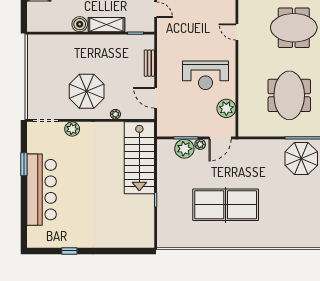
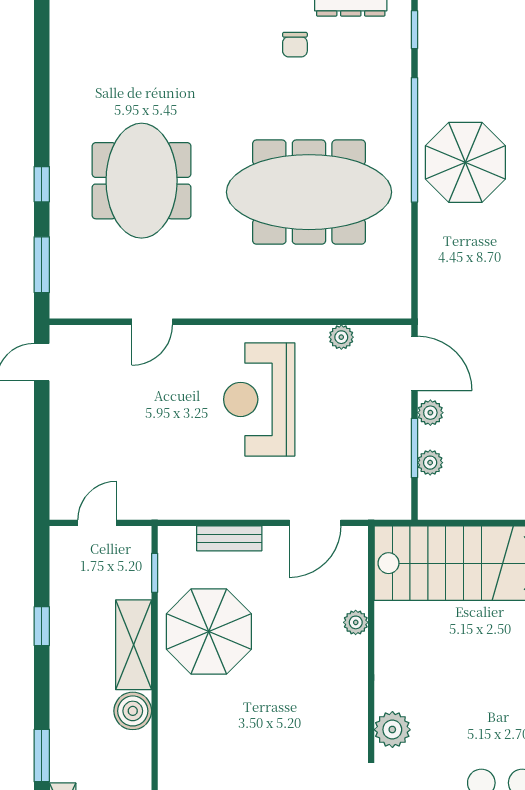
reception desk: (205, 75) -> (259, 399), turned 180
parasol: (87, 91) -> (209, 631), moved
meeting table: (289, 95) -> (309, 192), width x1.36
plant: (226, 108) -> (341, 337), width x0.53, depth x0.53
plant: (184, 149) -> (430, 463), width x0.53, depth x0.53

